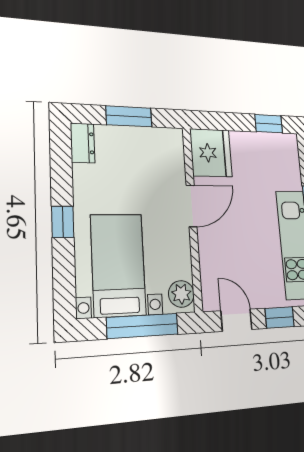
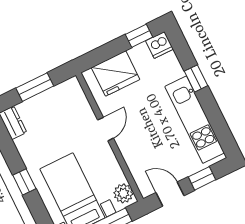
dishwasher: (286, 145) -> (159, 45), added
fridge: (211, 153) -> (116, 73), moved, turned 90
door: (192, 206) -> (106, 129), width x0.73

